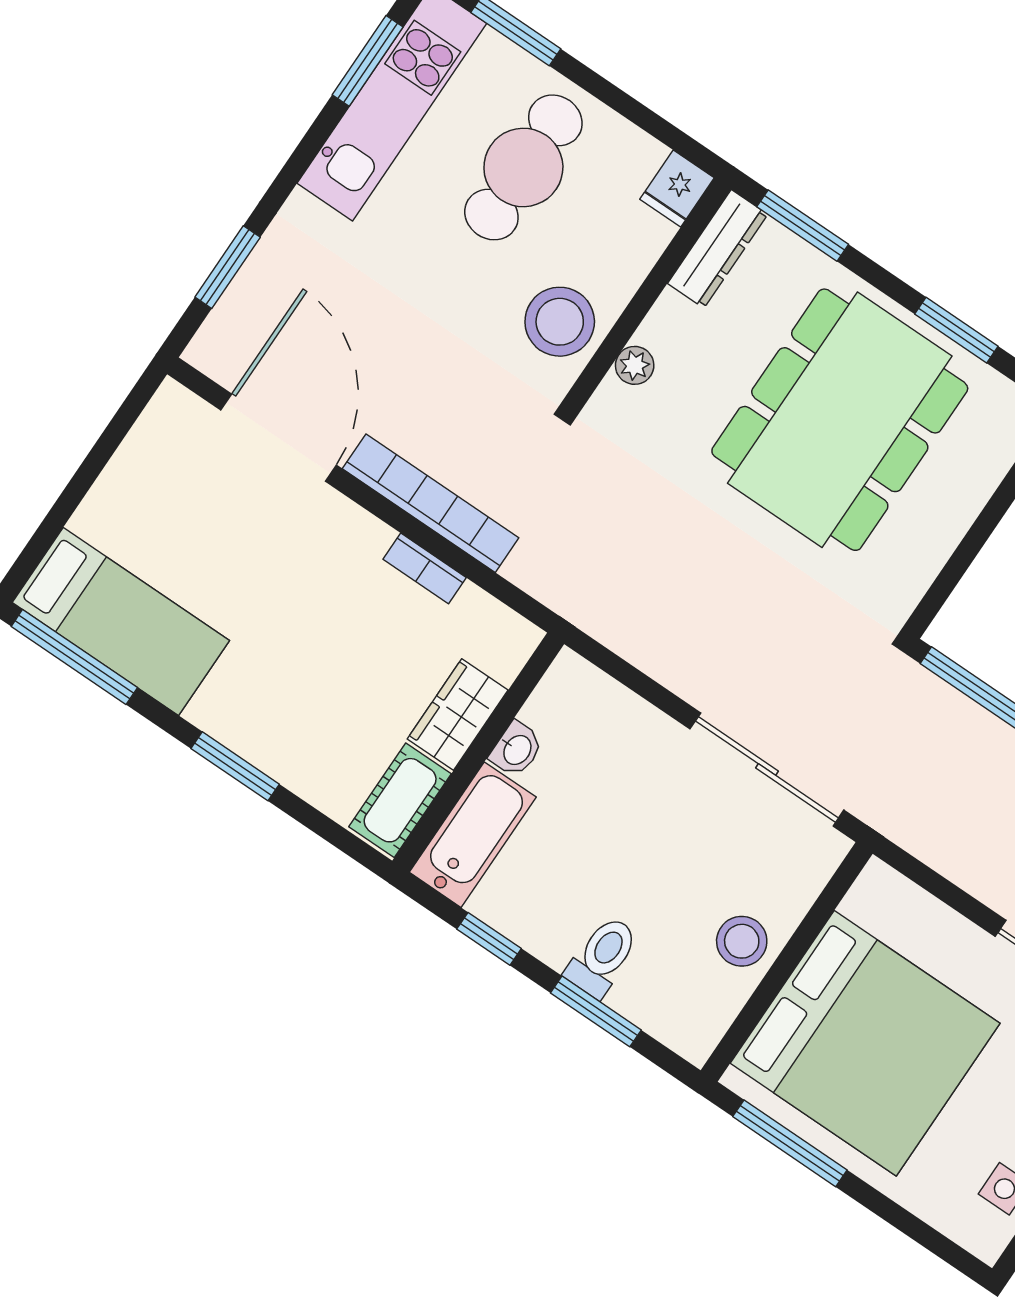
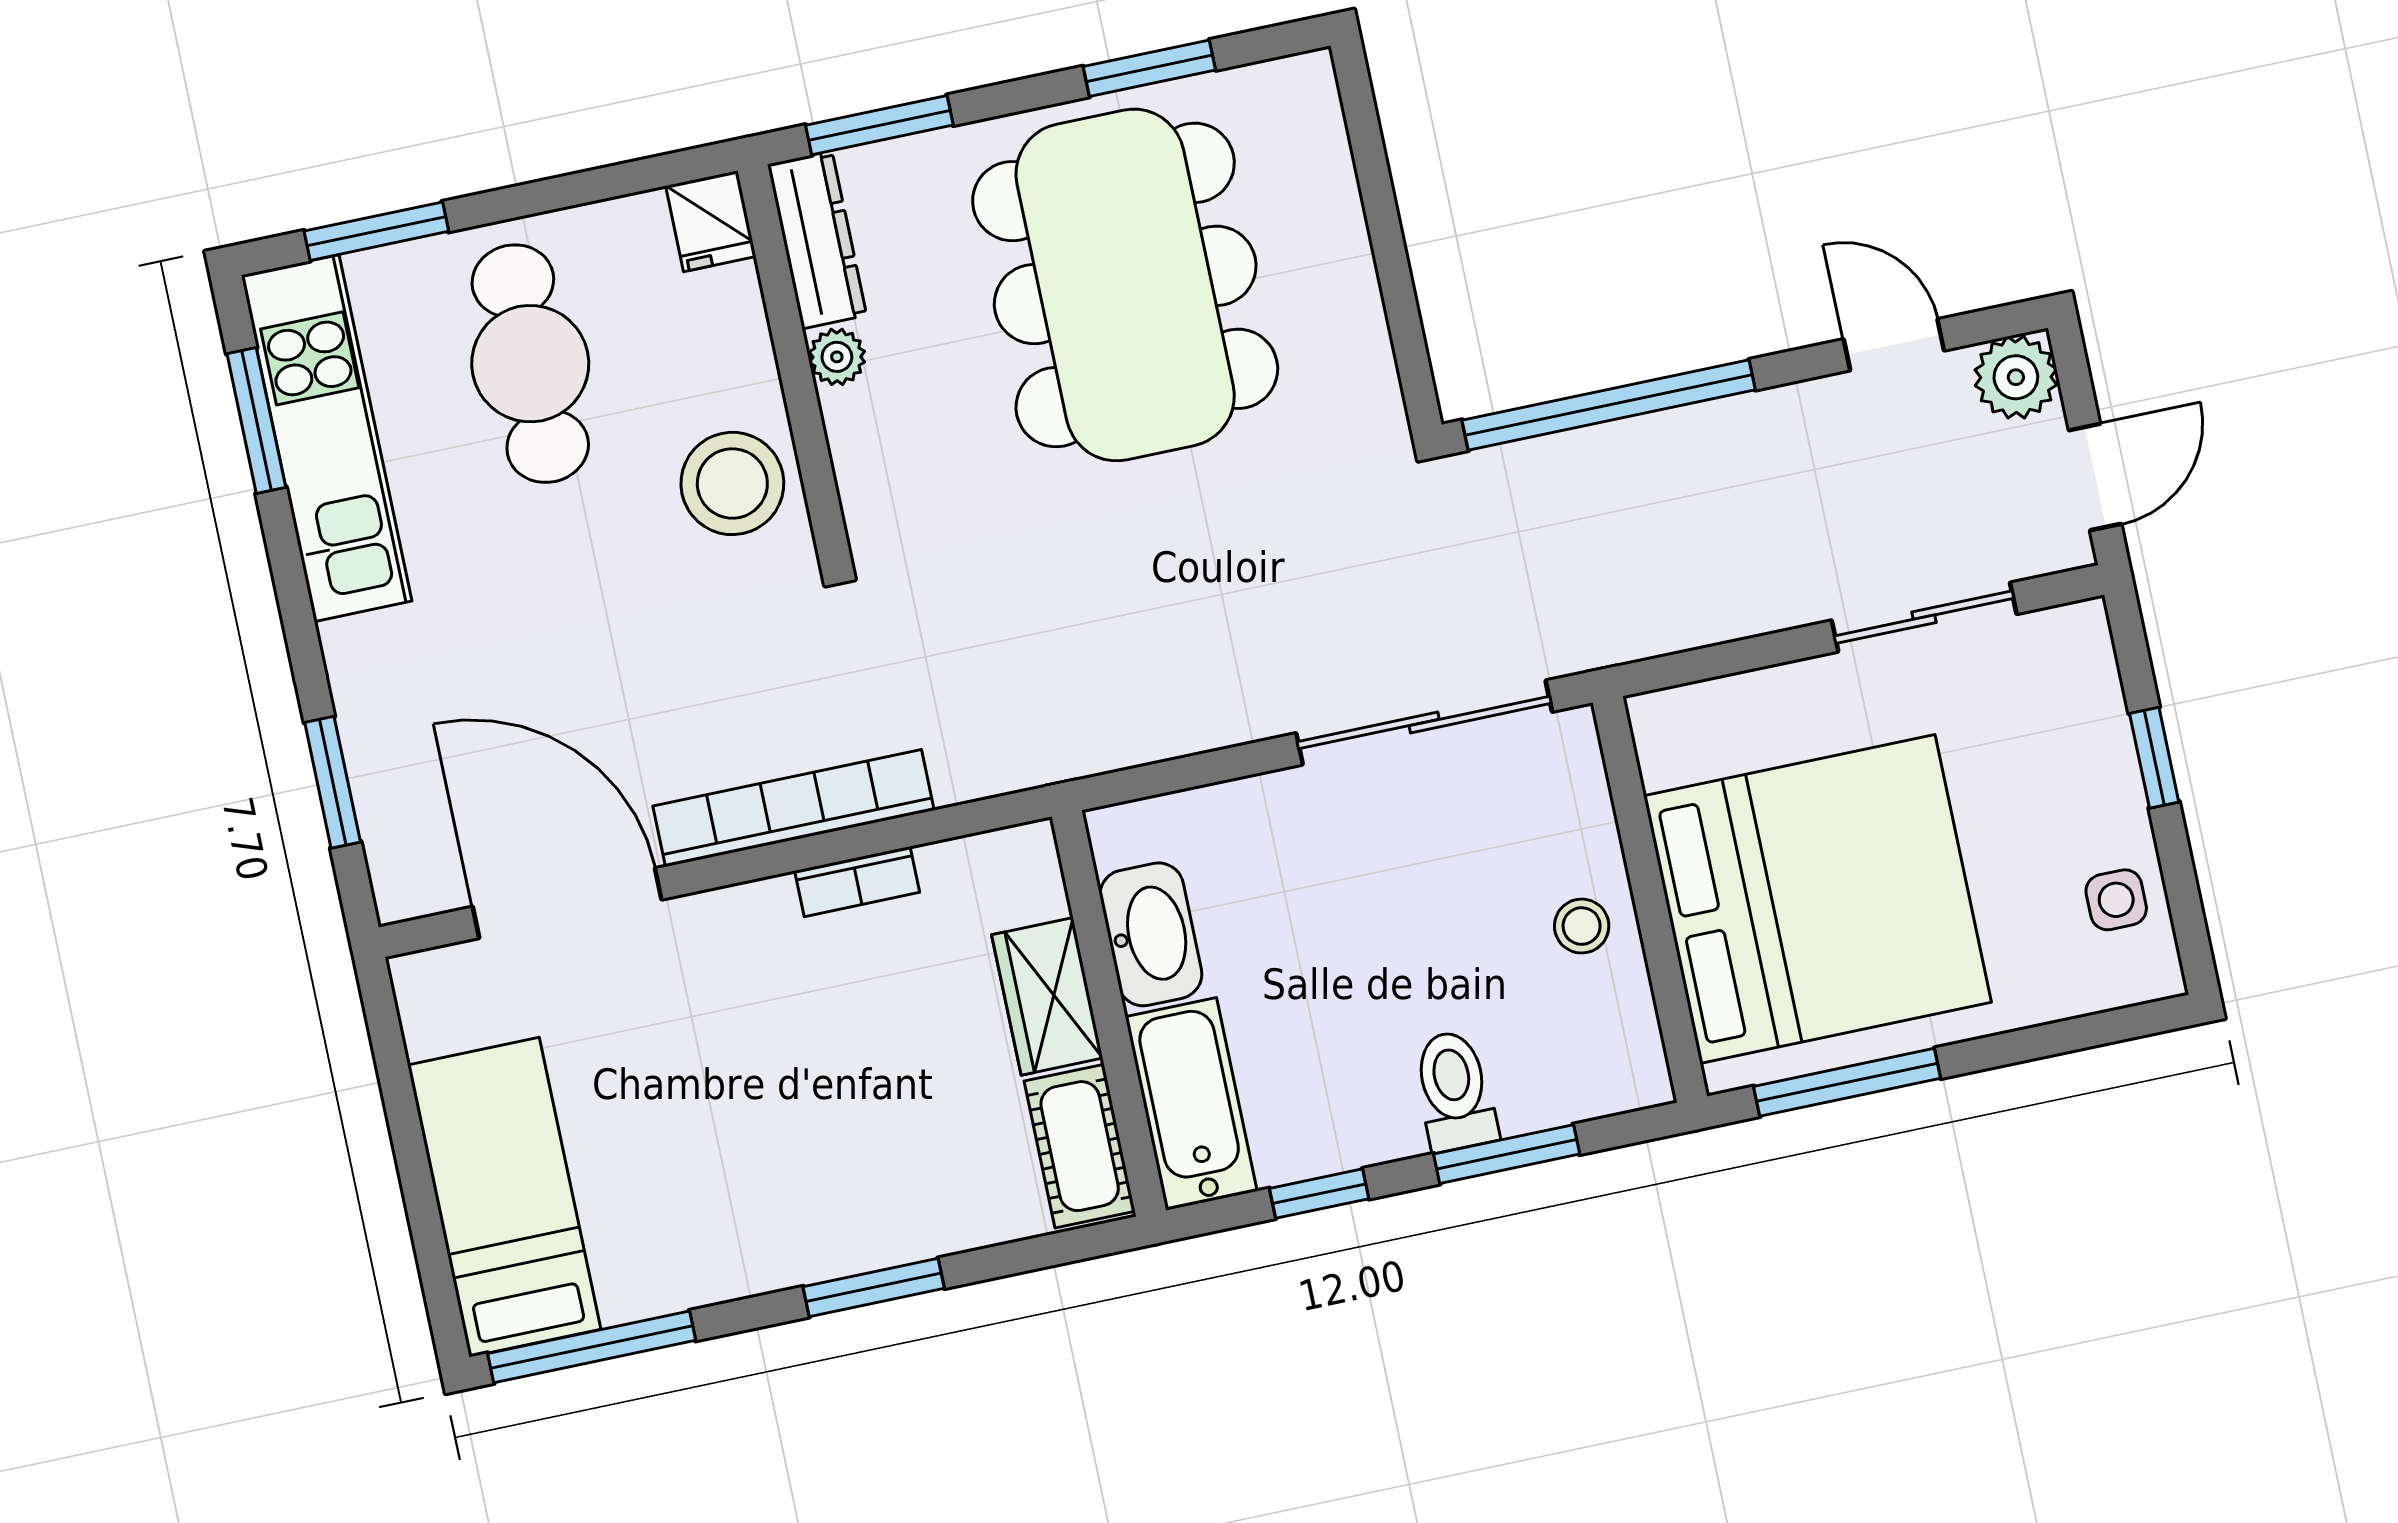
plant: (635, 365) -> (837, 357), moved
bed: (121, 621) -> (504, 1197), moved, turned -90
washbasin: (516, 749) -> (1151, 934), width x1.91, depth x1.45
stool: (742, 941) -> (1582, 926), width x0.73, depth x0.73

